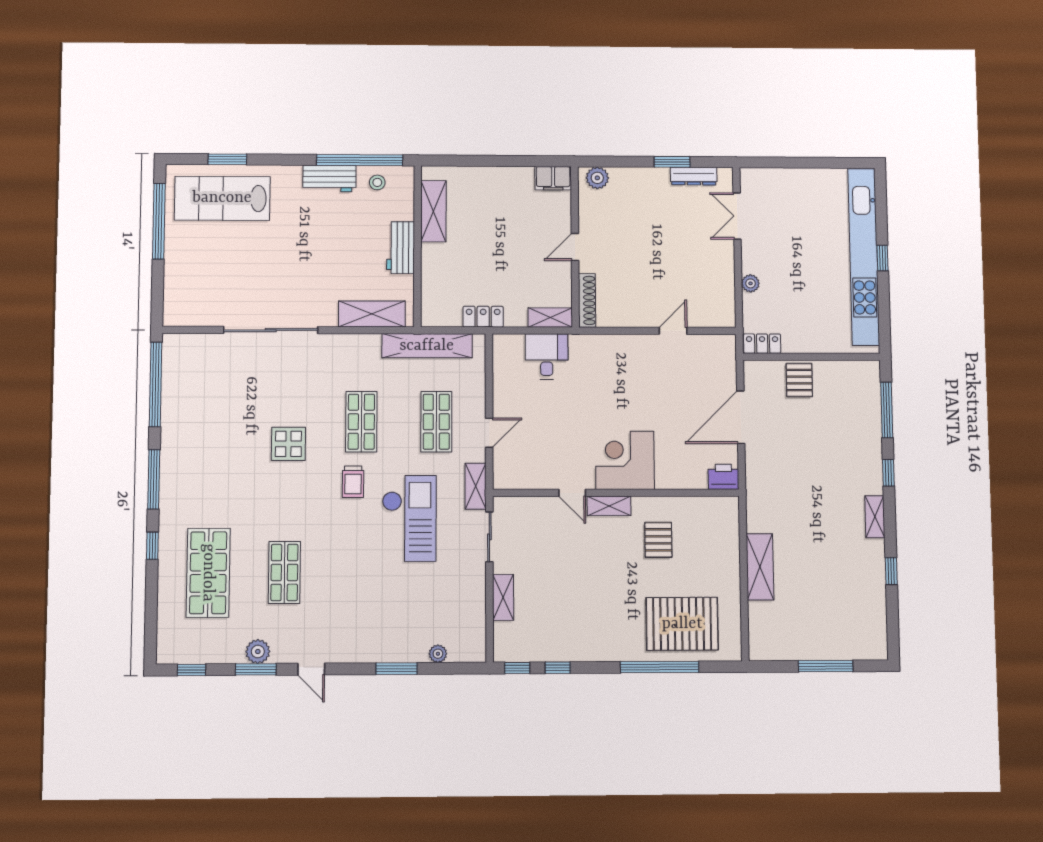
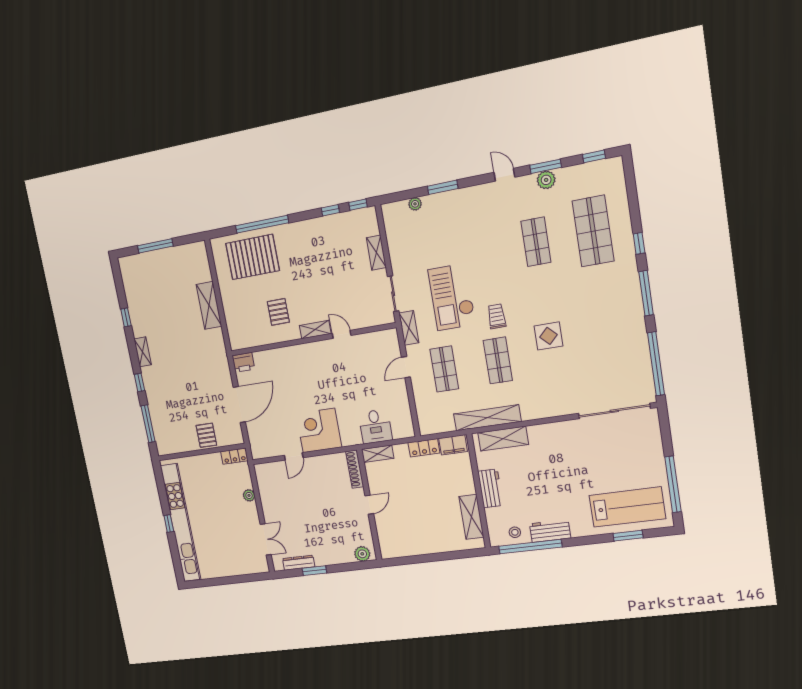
filing cabinet: (553, 178) -> (453, 445), moved, turned 180
sliding door: (271, 330) -> (614, 411), moved
shelving: (427, 346) -> (487, 418), moved
corner desk: (625, 460) -> (319, 430), moved, turned 180

